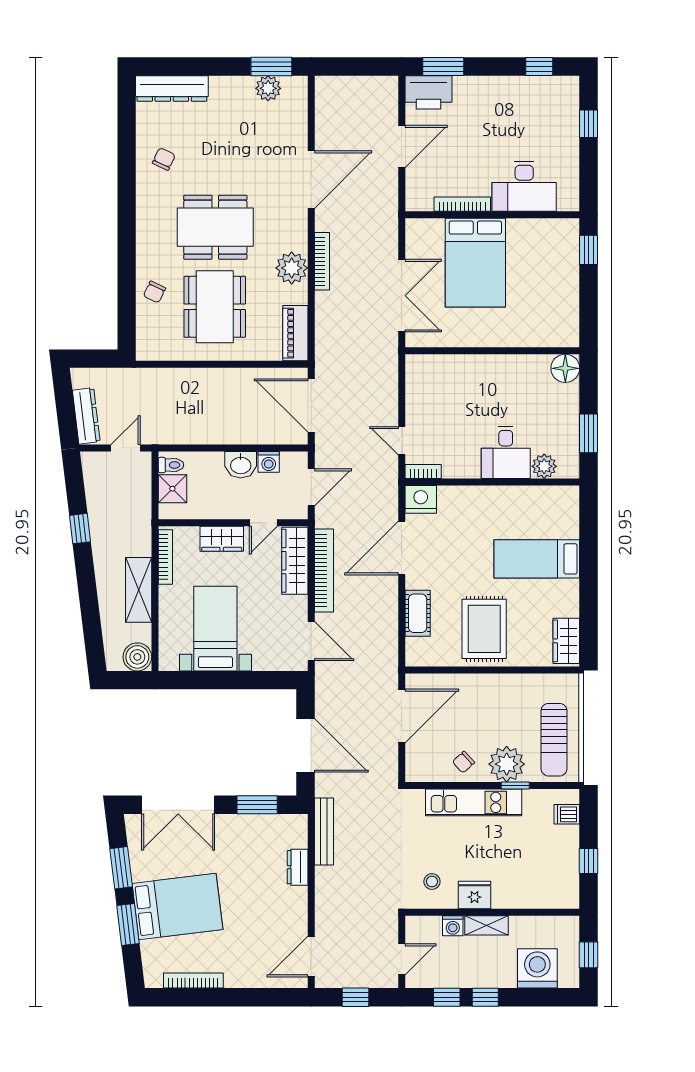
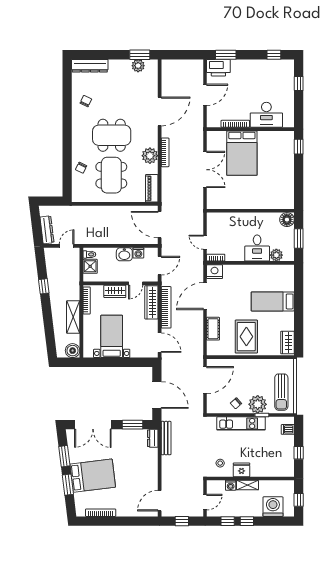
wall: (492, 351) -> (250, 211), moved
floor lamp: (565, 368) -> (287, 220), moved
dresser: (298, 867) -> (153, 438), moved

